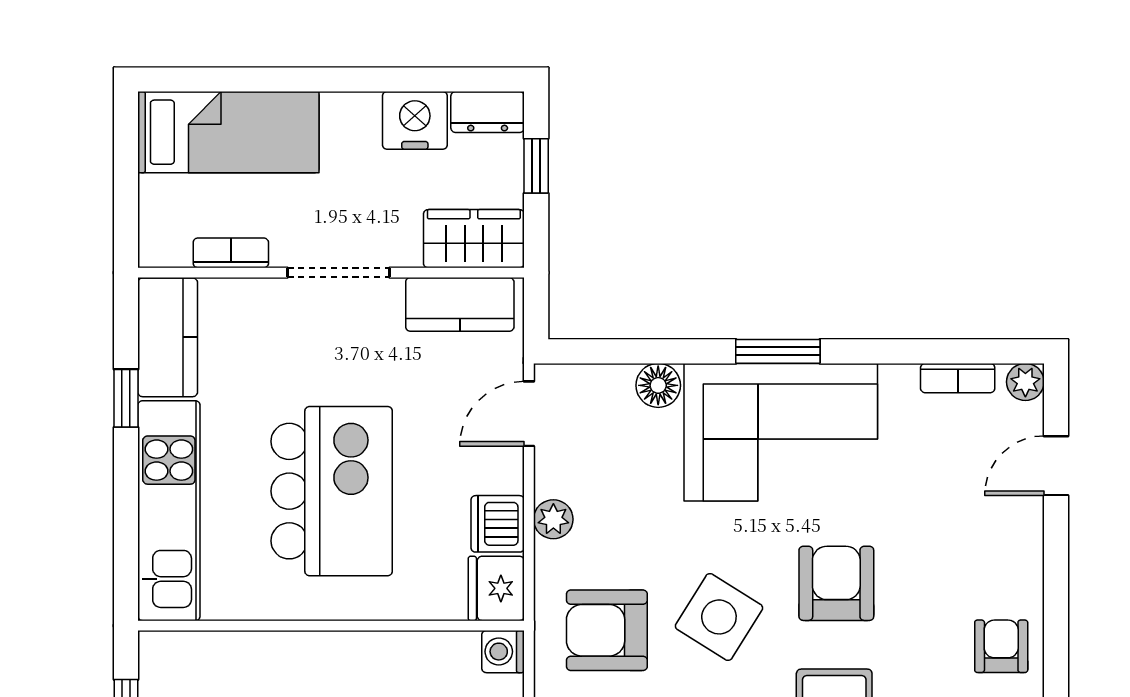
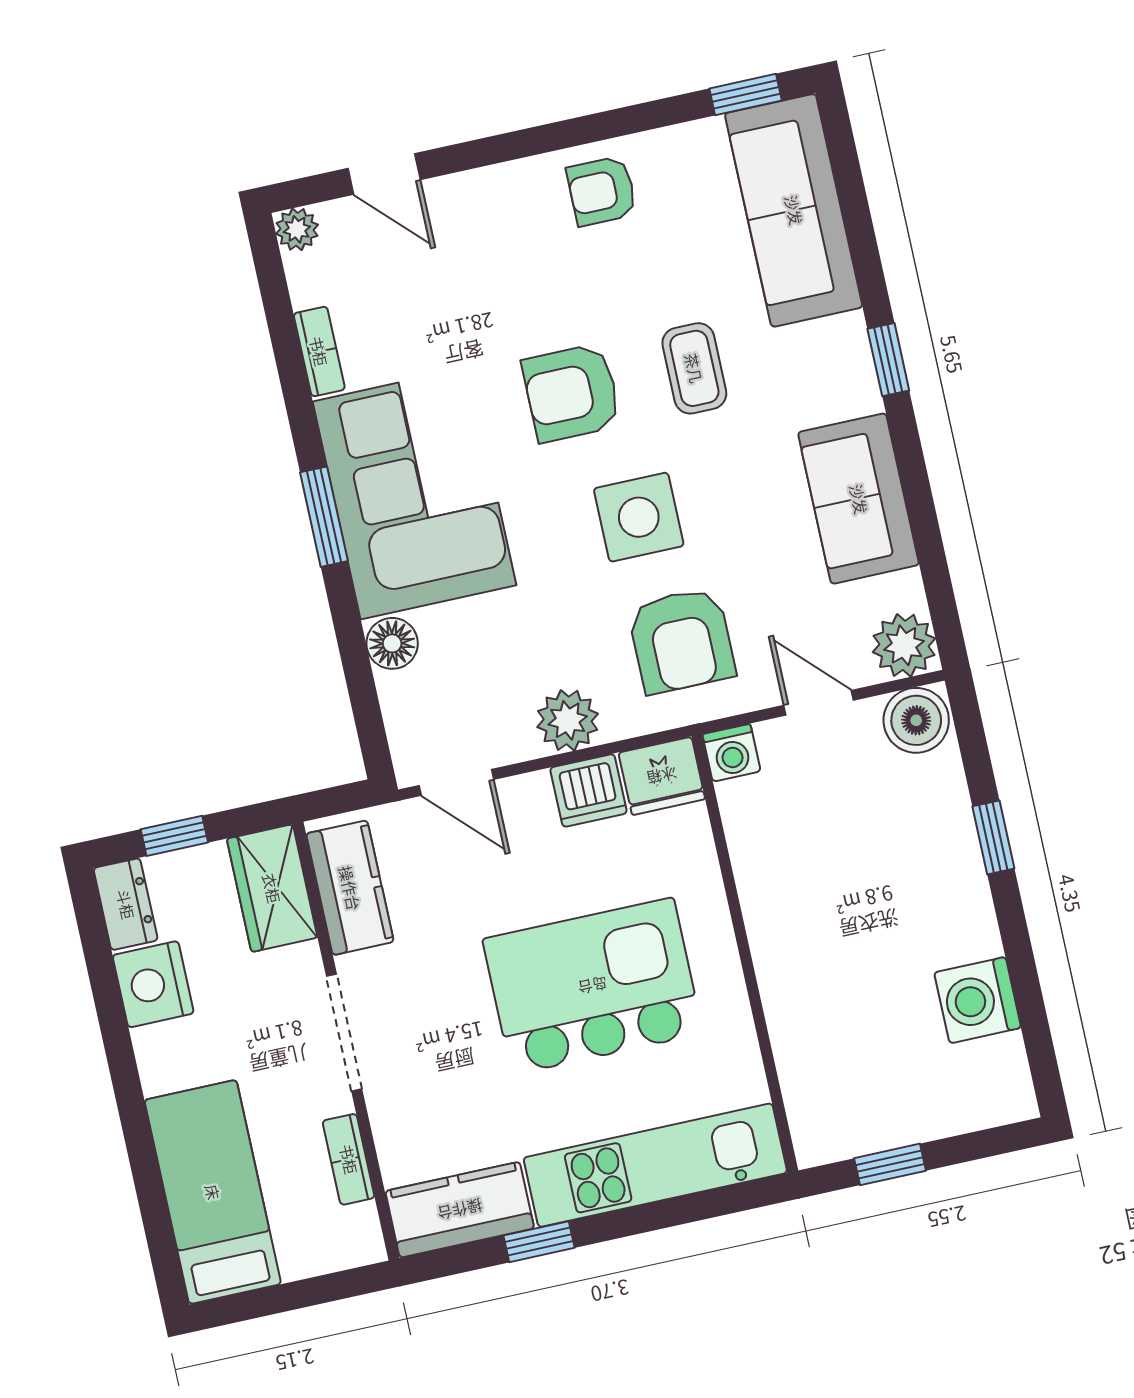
bookcase: (958, 378) -> (319, 351), moved
plant: (553, 519) -> (568, 720), width x1.38, depth x1.38
side table: (719, 617) -> (639, 517), turned -32

